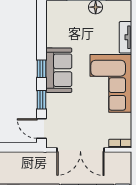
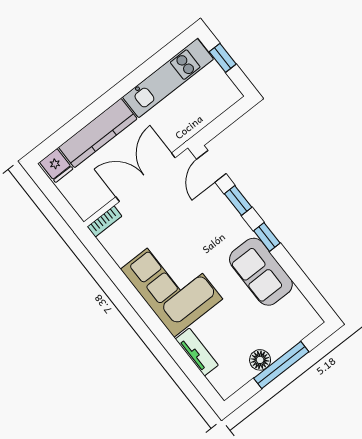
sofa: (59, 70) -> (261, 272), moved
door: (41, 129) -> (211, 166), swing flipped

